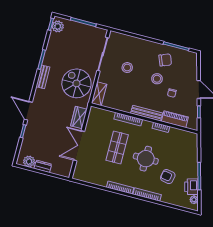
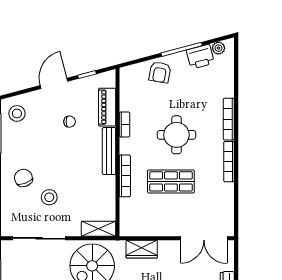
chair: (165, 60) -> (23, 178), moved
stool: (157, 79) -> (17, 113), moved
double door: (79, 146) -> (204, 238), moved
armchair: (168, 177) -> (160, 72), moved

